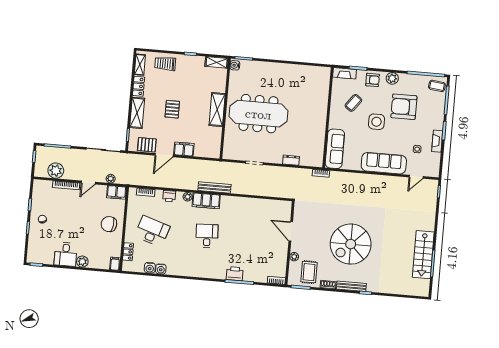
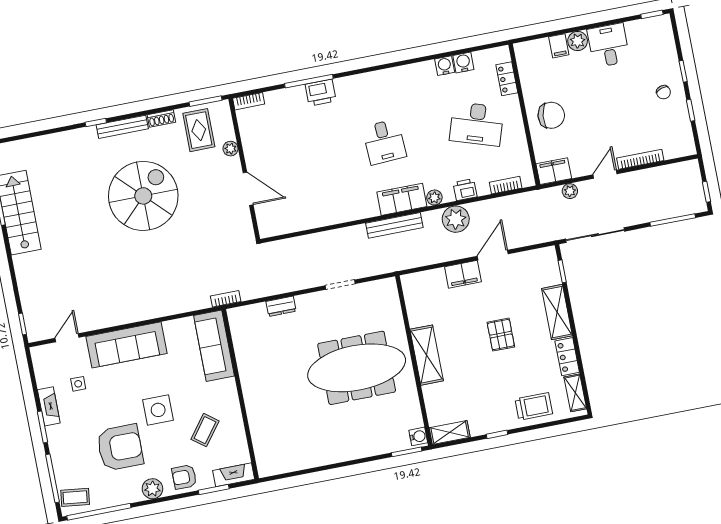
pallet: (147, 145) -> (526, 264), removed
plant: (56, 171) -> (456, 219), moved
filing cabinet: (115, 264) -> (559, 46), moved

